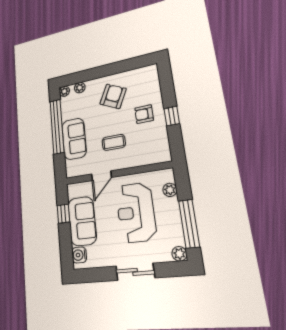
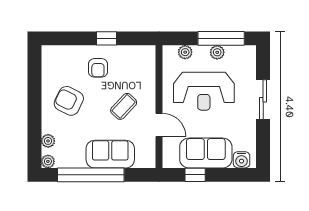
coffee table: (114, 142) -> (124, 106), turned 43
plant: (179, 254) -> (217, 52), moved

